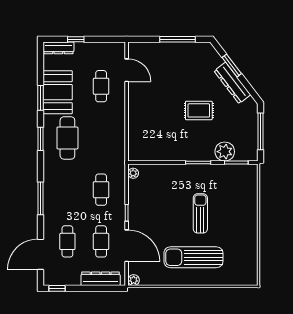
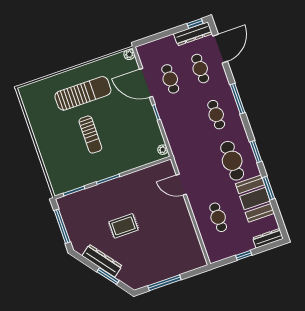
window: (76, 39) -> (244, 255), moved
door: (127, 70) -> (181, 185), moved
plant: (225, 152) -> (88, 197), removed
cafe table: (101, 190) -> (216, 115), moved
dresser: (101, 279) -> (193, 34), moved

